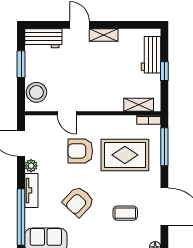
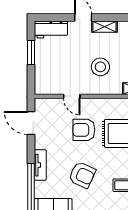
stool: (36, 92) -> (100, 67), moved
plant: (31, 166) -> (40, 143), removed
armchair: (78, 201) -> (82, 175), turned -108

